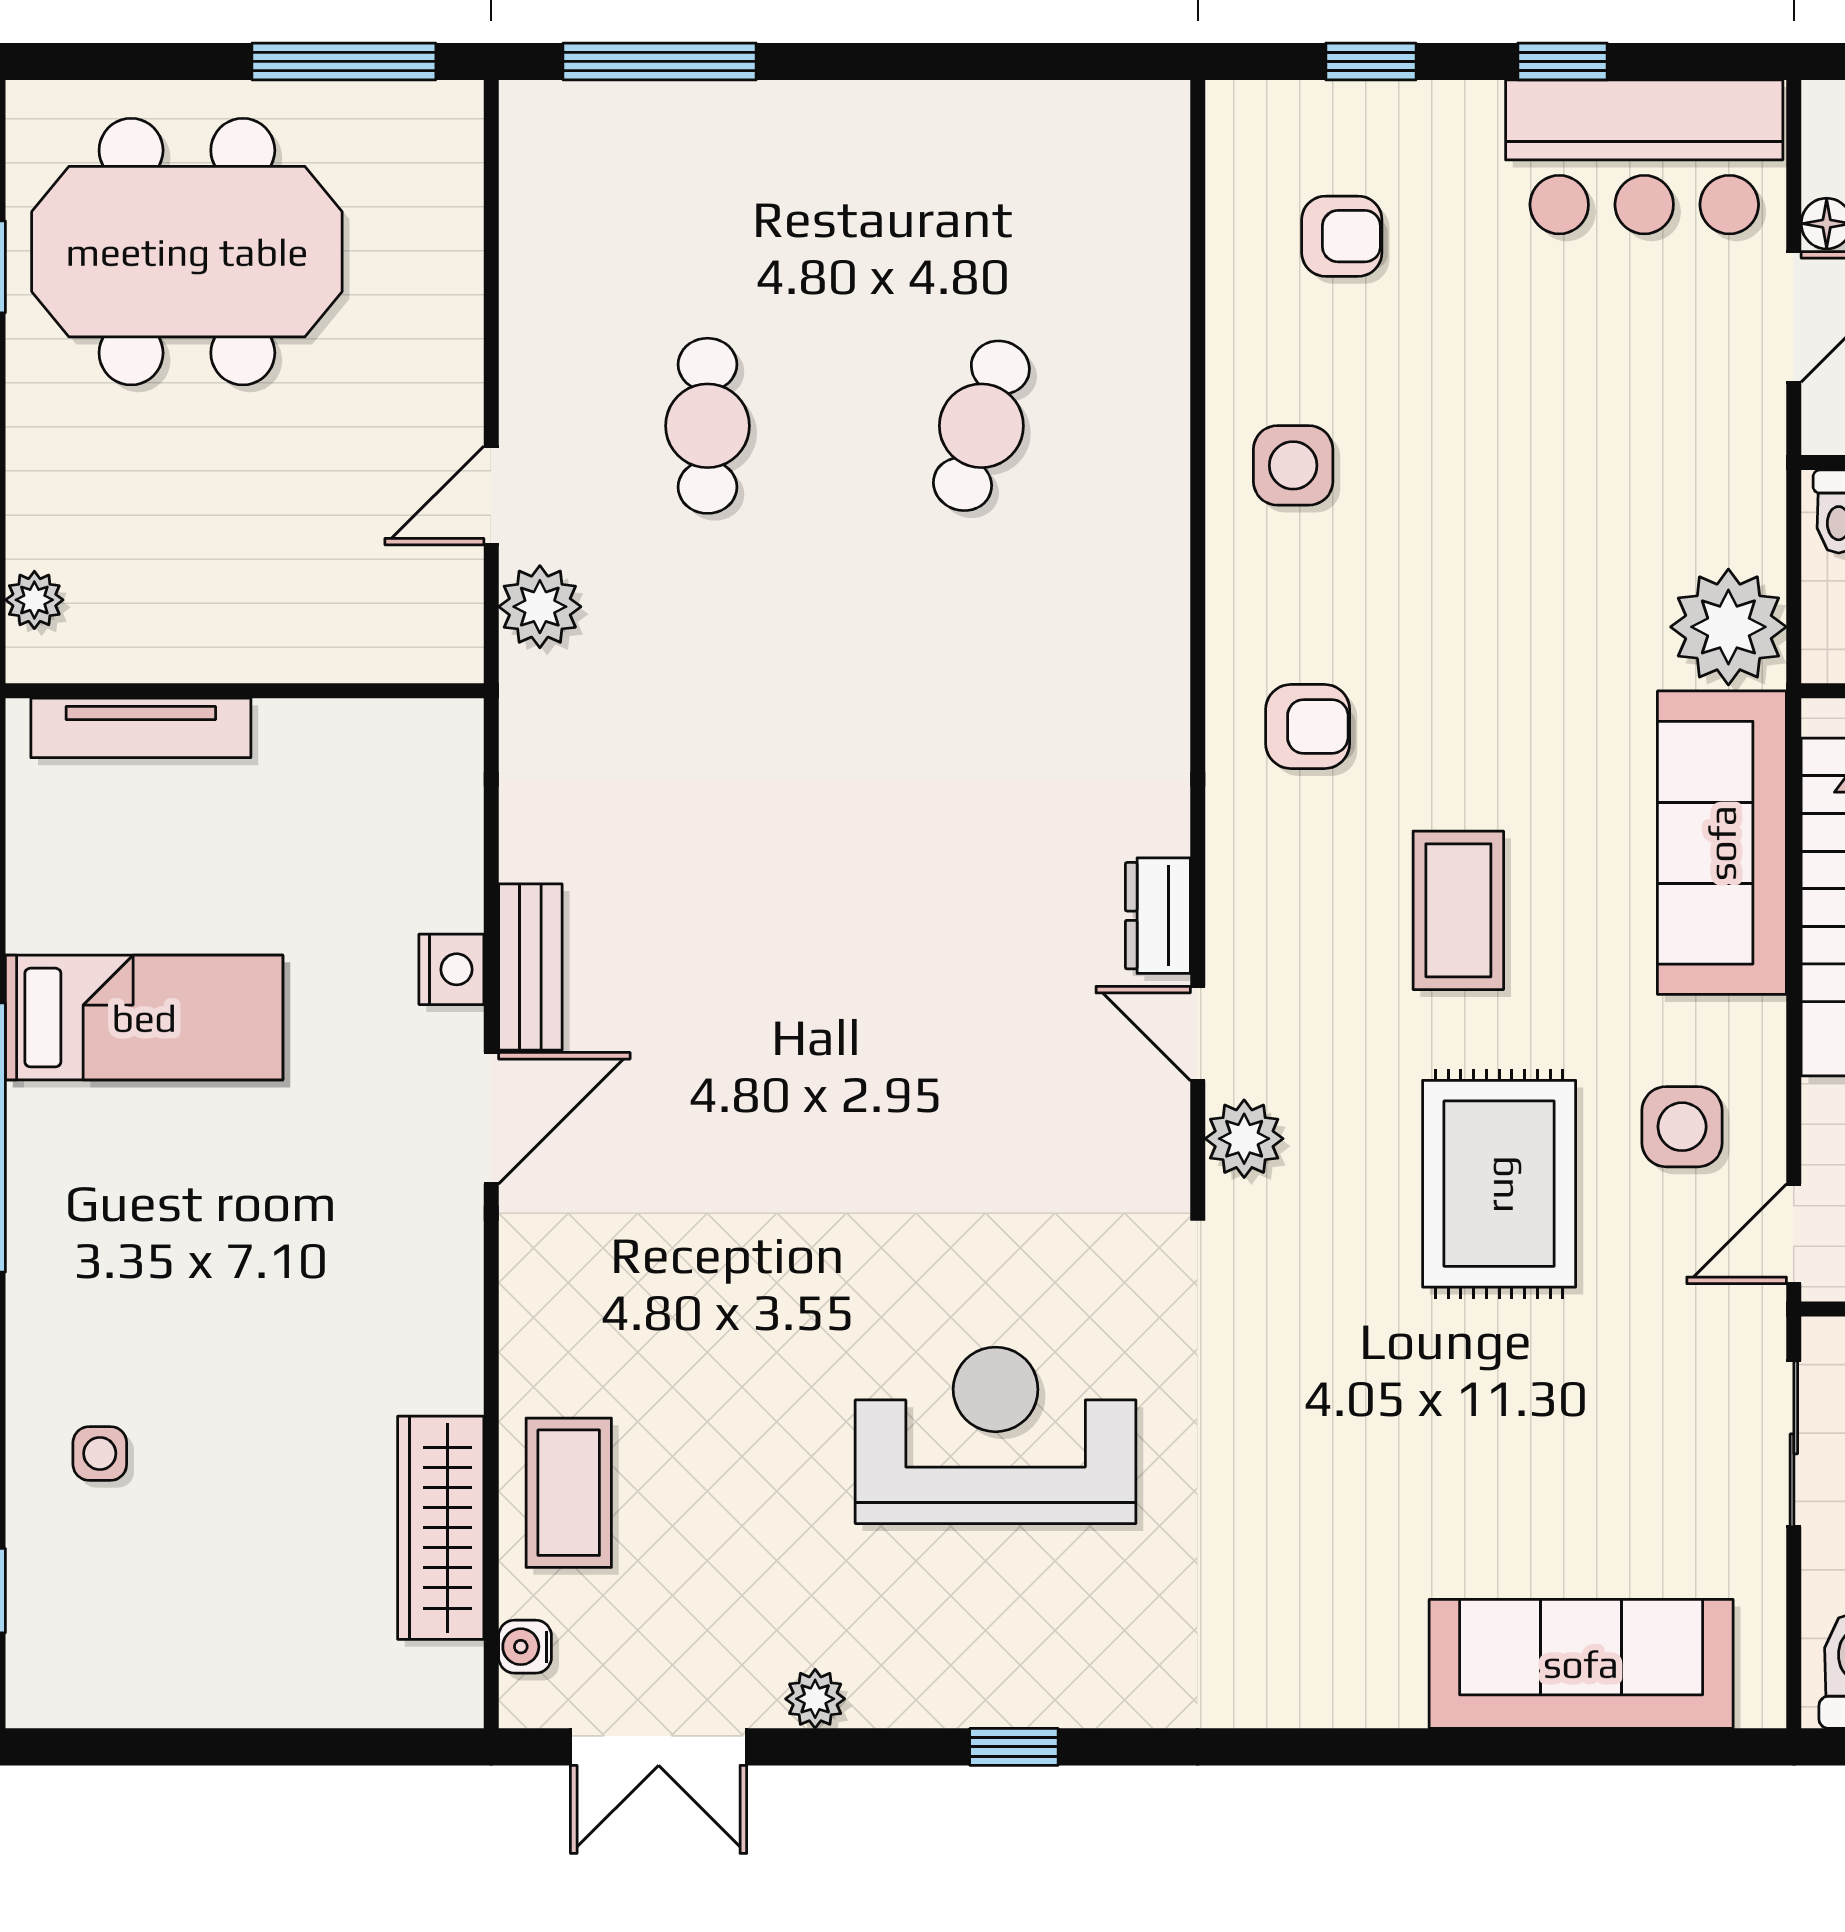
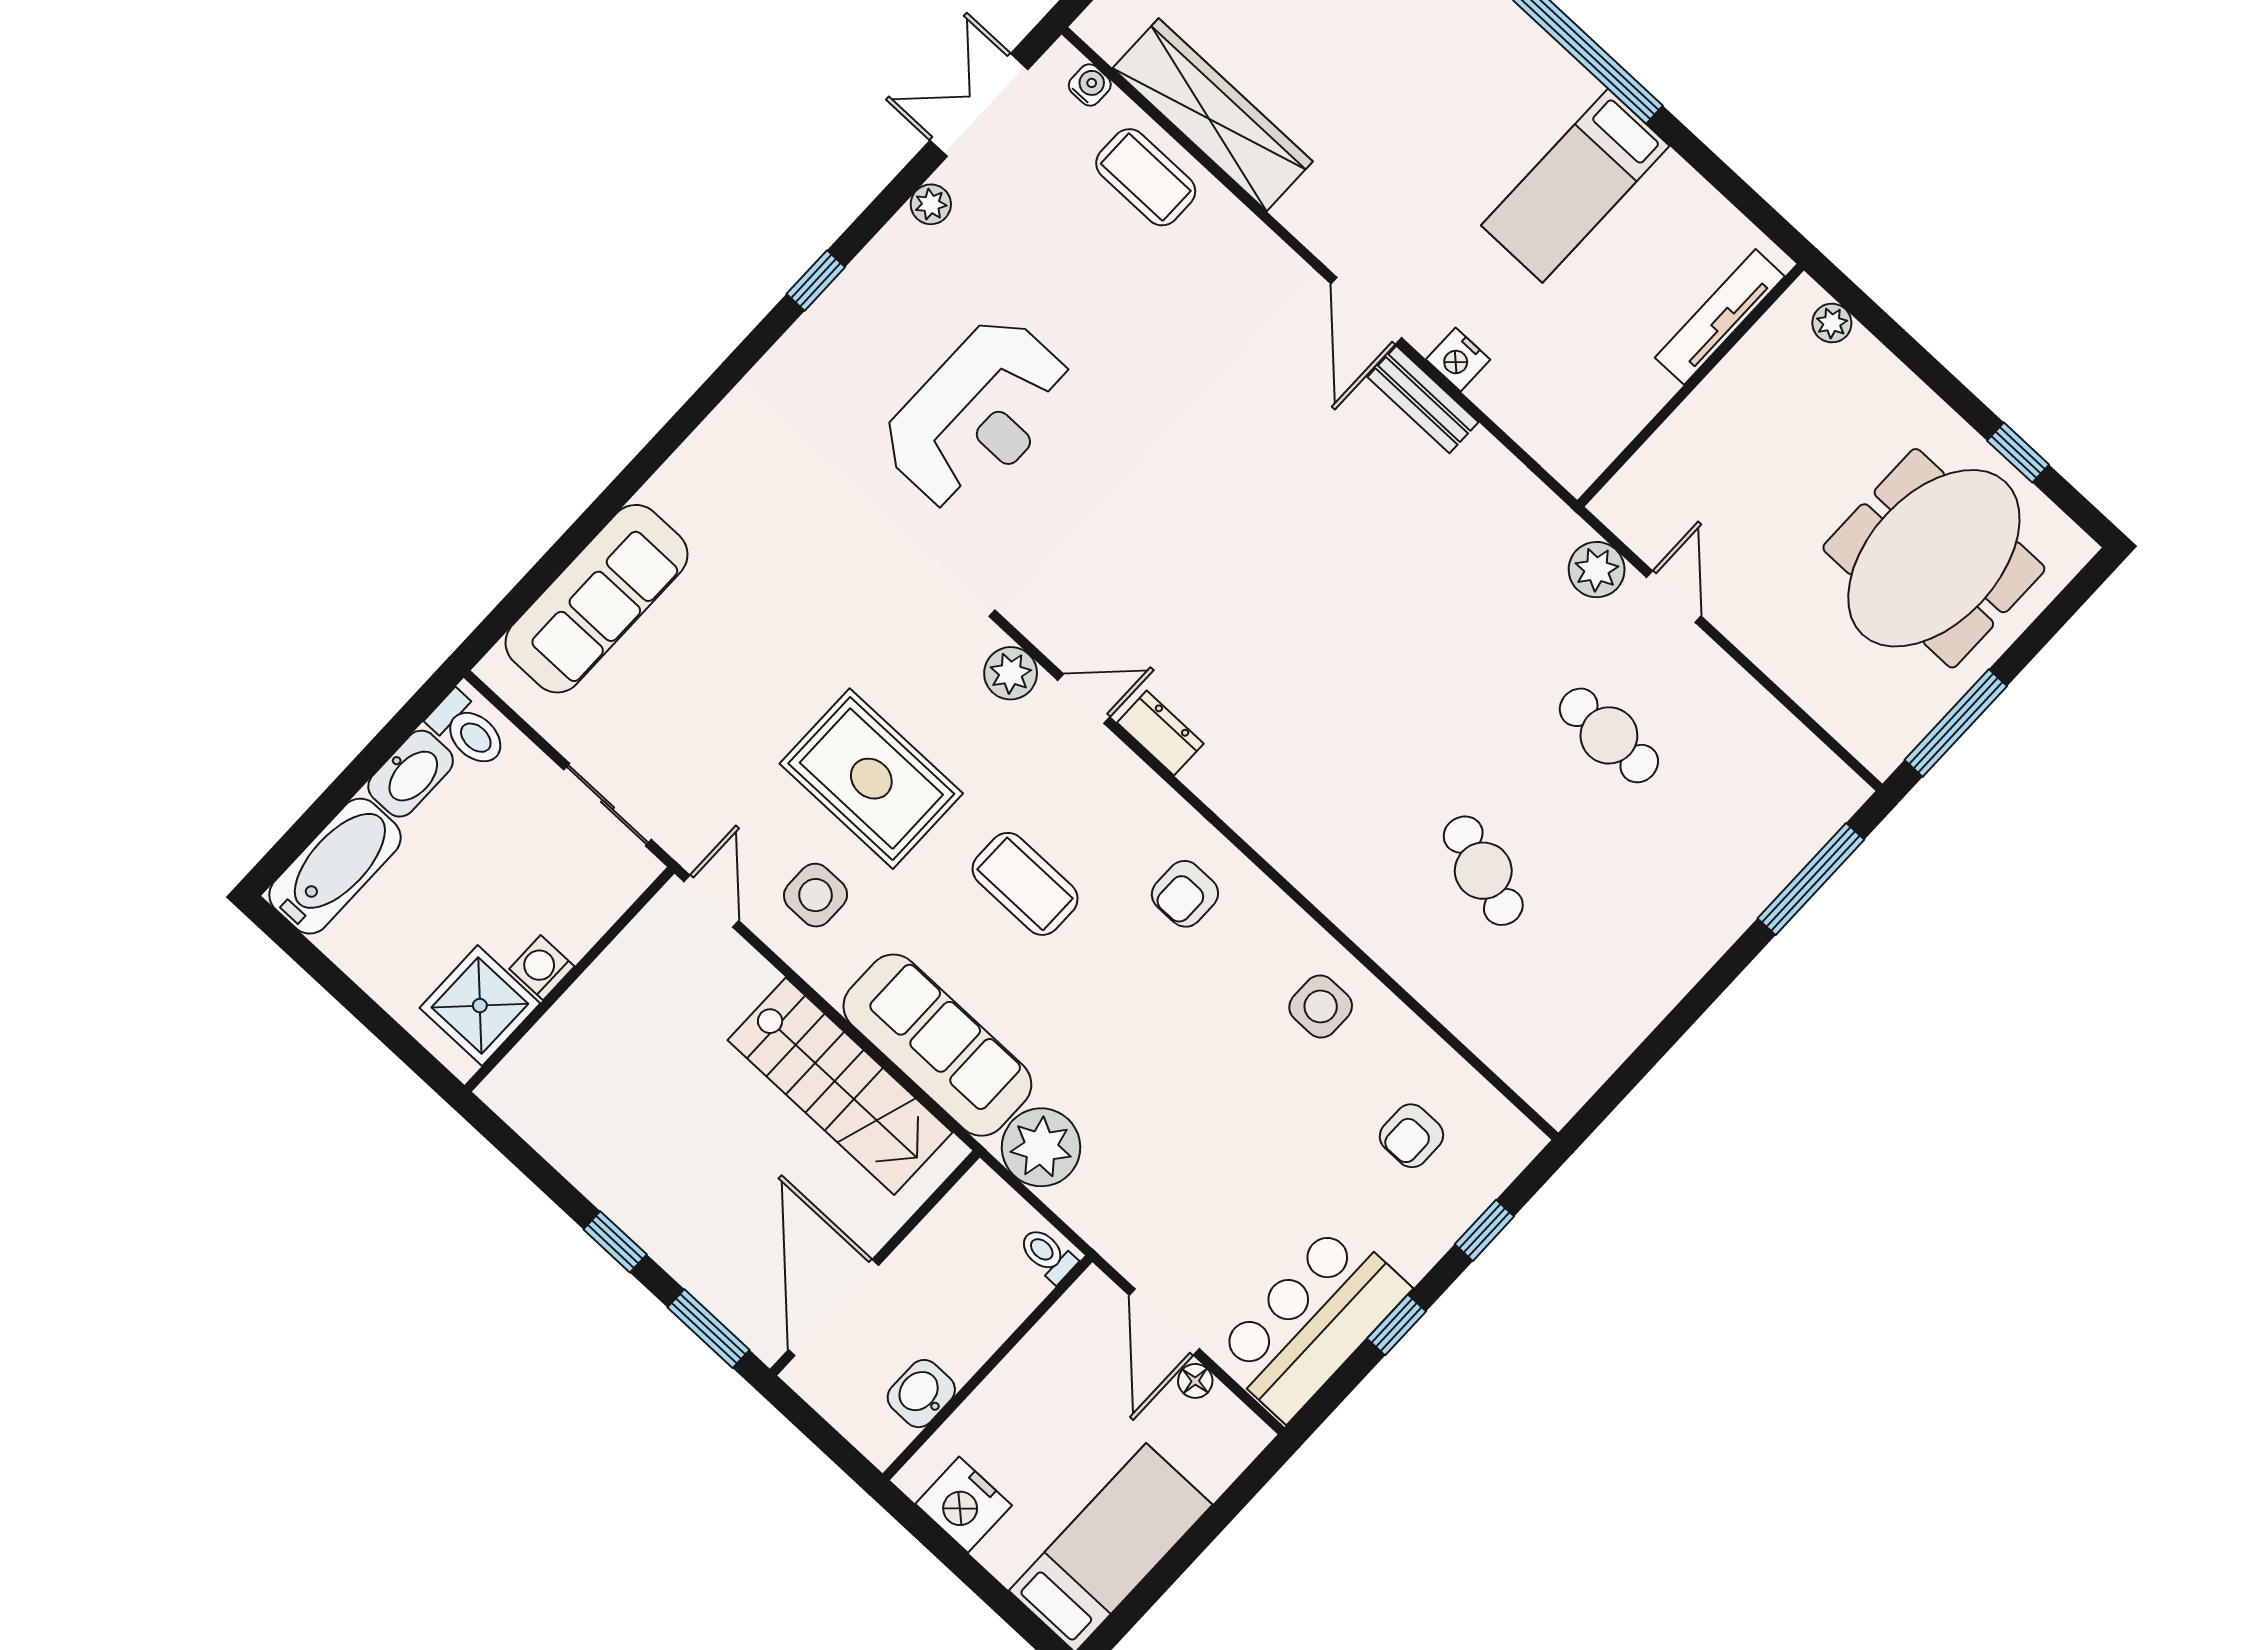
wardrobe: (441, 1528) -> (1213, 115), width x1.40, depth x1.17

